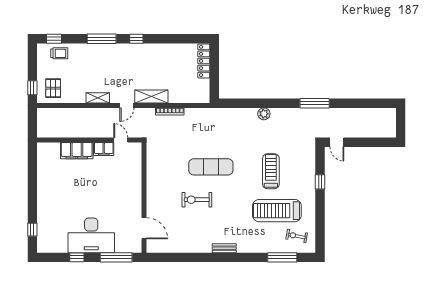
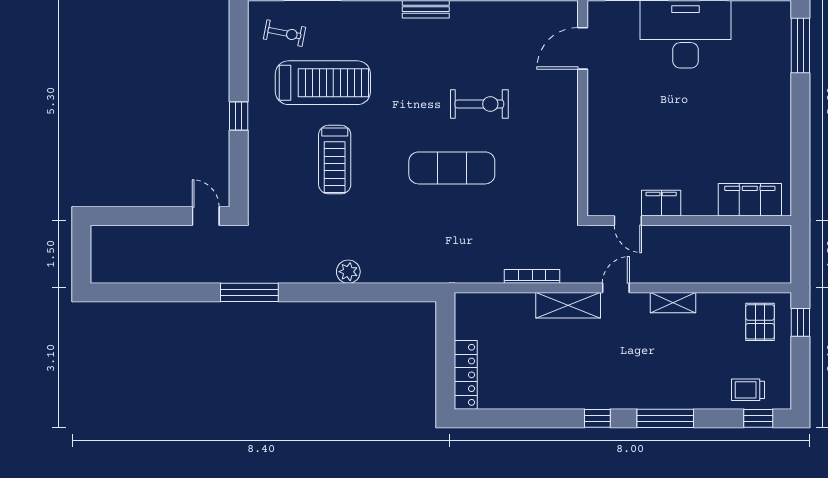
filing cabinet: (77, 151) -> (750, 200), moved
window: (320, 182) -> (239, 116), moved
door: (144, 228) -> (583, 48), hinge flipped
window: (32, 230) -> (800, 46), width x2.17

